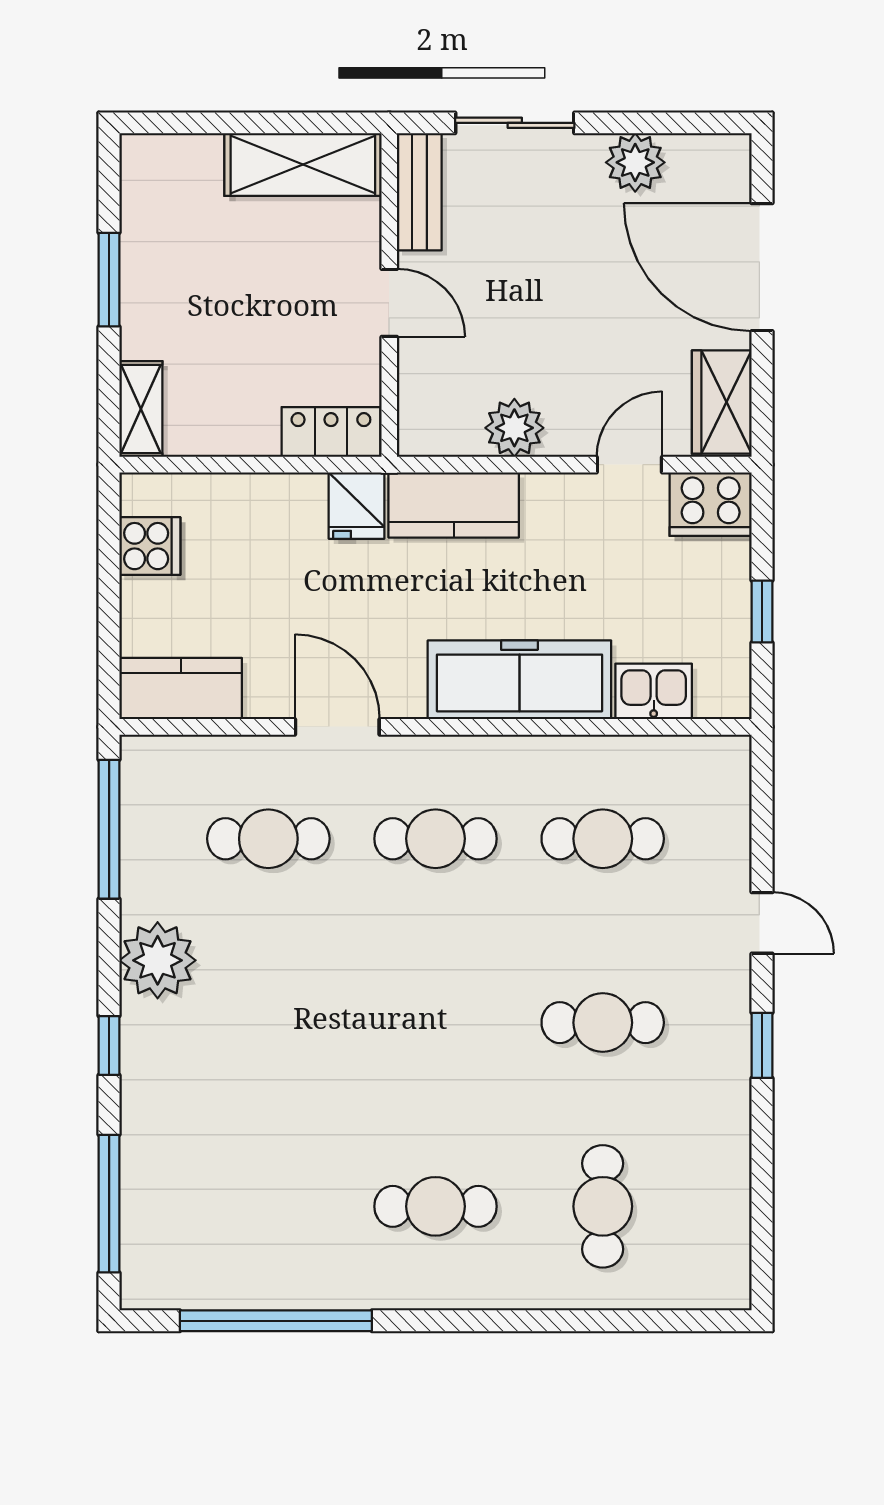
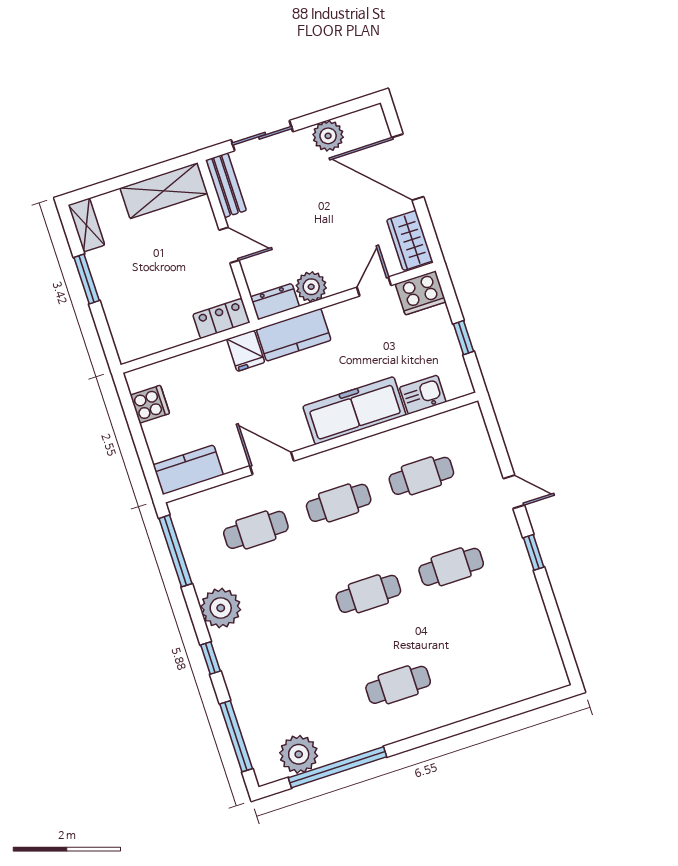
shelving: (141, 409) -> (86, 225), moved
dresser: (439, 433) -> (275, 302), added
cafe table: (603, 1206) -> (368, 594), moved, turned 90
plant: (213, 1274) -> (299, 754), added

